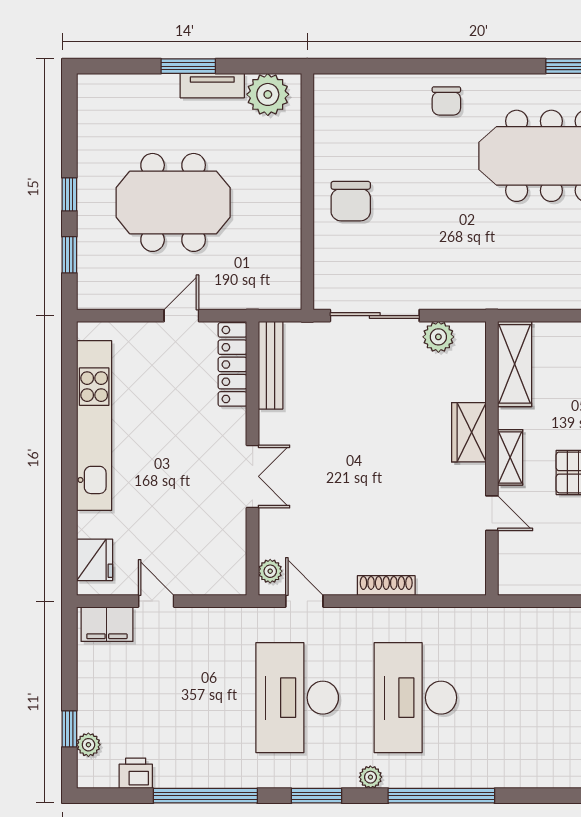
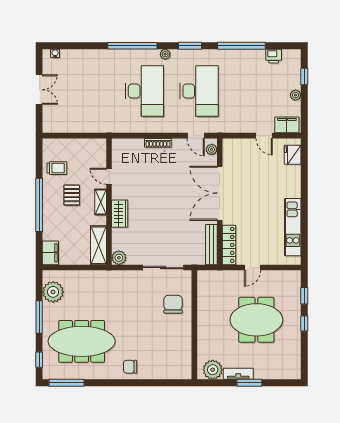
chair: (446, 101) -> (130, 367), turned -90
chair: (351, 201) -> (173, 304), moved
plant: (438, 337) -> (119, 258), moved
kitchen unit: (94, 426) -> (293, 227), width x0.73
double door: (253, 476) -> (220, 193), width x1.87
plant: (88, 745) -> (295, 95), moved

